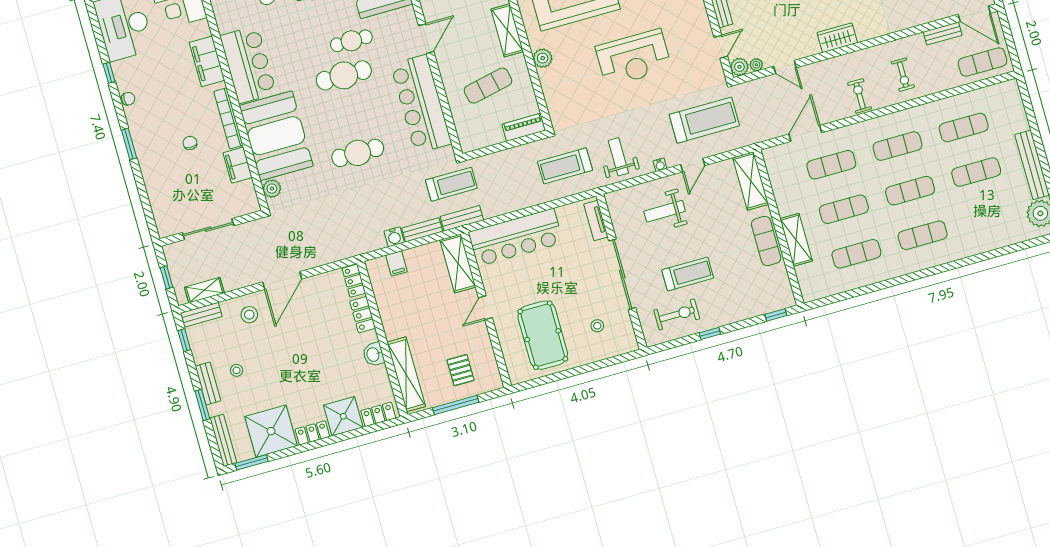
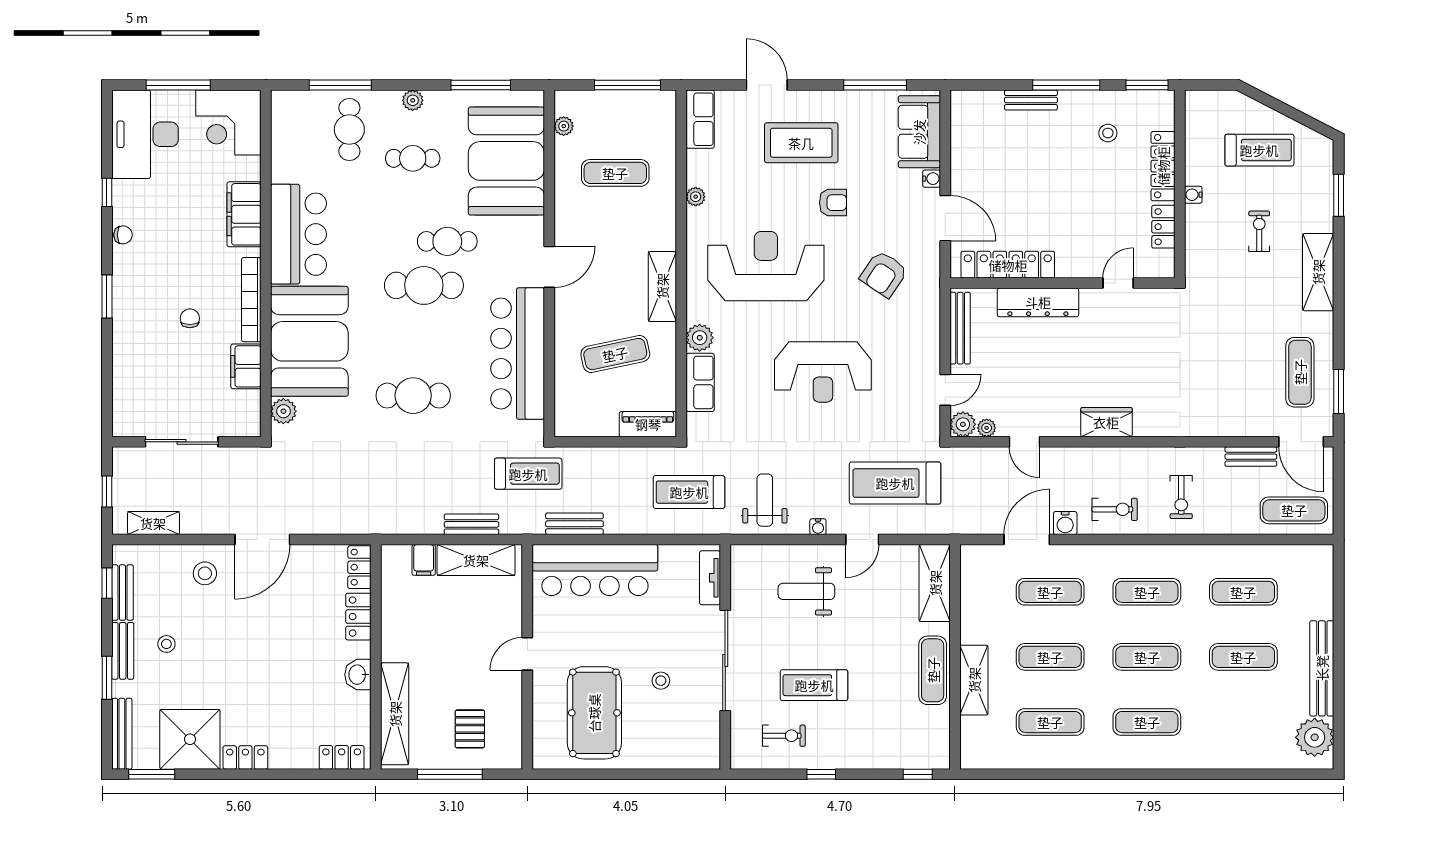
row of seats: (552, 89) -> (700, 382), added
exercise bike: (860, 96) -> (1115, 509), turned 90
treadmill: (704, 120) -> (895, 483), turned 180
bench: (462, 218) -> (574, 524), moved
water cooler: (394, 237) -> (1065, 523), moved
shelving: (458, 263) -> (476, 560), moved, turned 90
treadmill: (688, 274) -> (814, 685), turned 180
exercise bike: (677, 314) -> (784, 736), width x0.73, depth x0.72
bench: (201, 315) -> (122, 593), moved, turned 90
stool: (597, 326) -> (661, 681), moved
shower: (343, 416) -> (293, 747), removed

